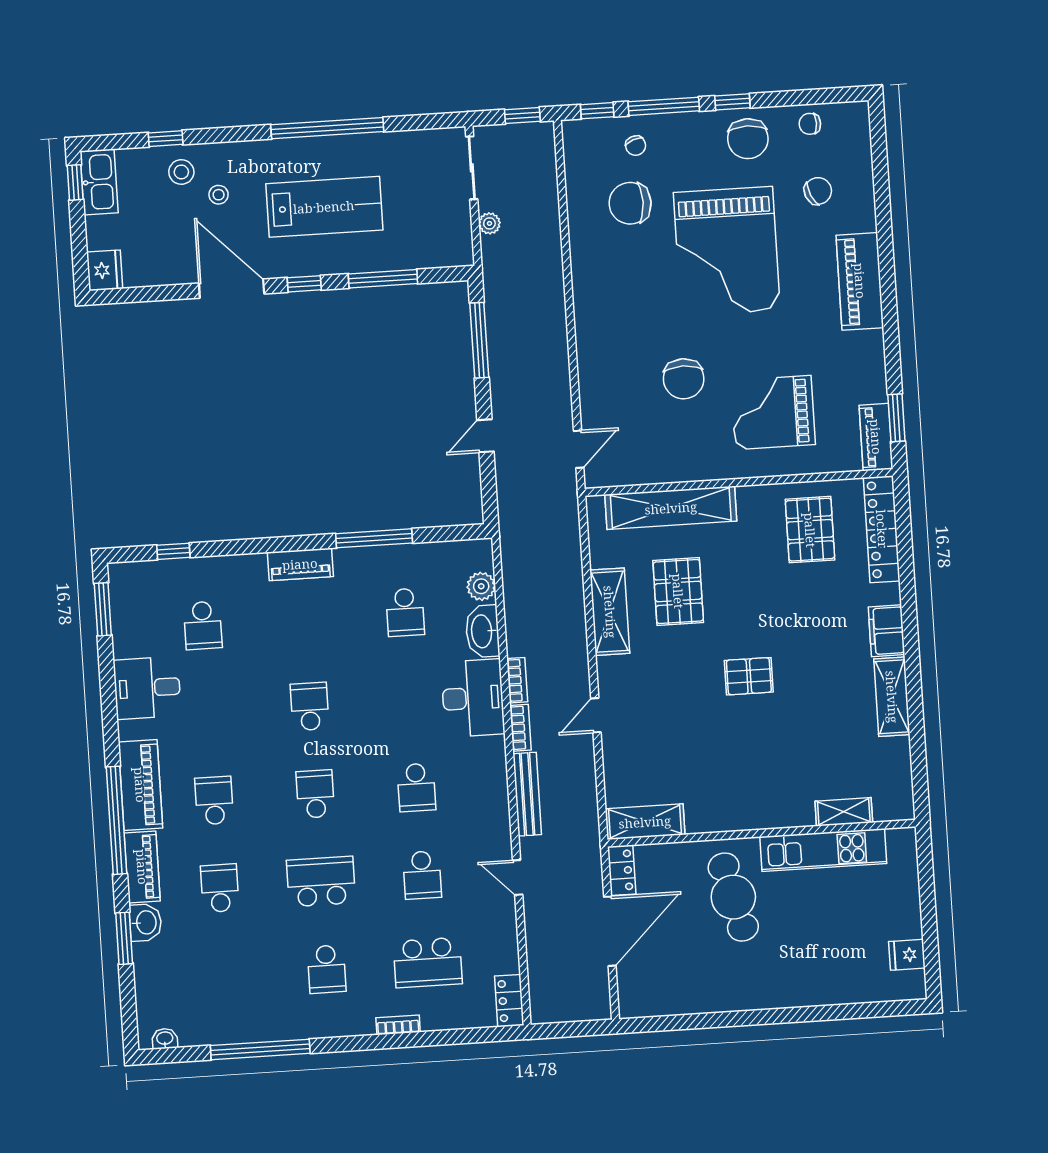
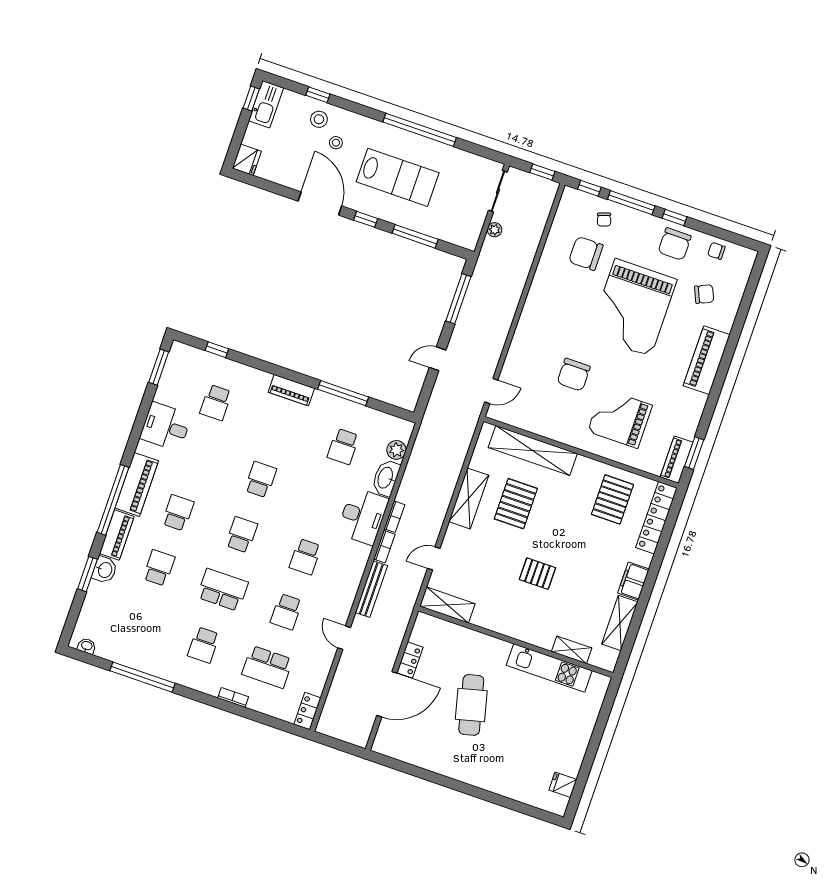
shelving: (844, 812) -> (572, 650), moved
shelving: (645, 822) -> (447, 605), moved
wall: (762, 833) -> (516, 642), moved
kitchen unit: (823, 850) -> (549, 668), moved

